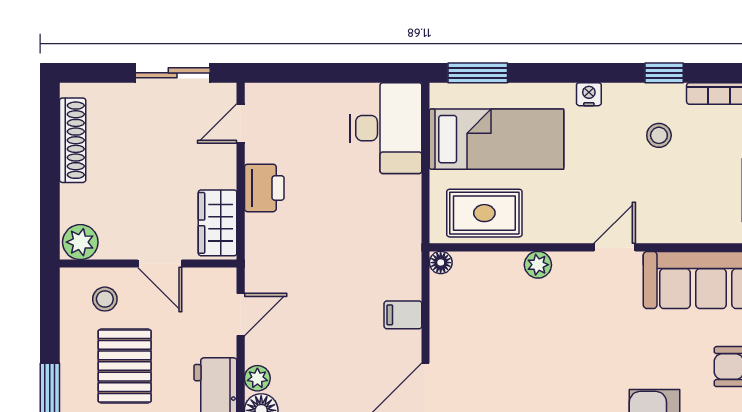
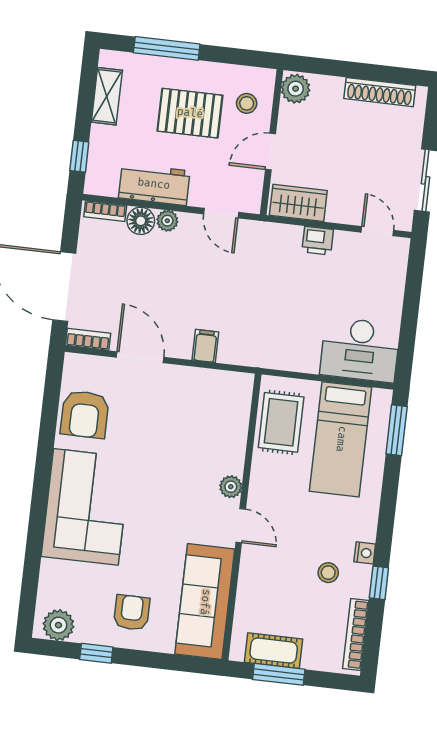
nightstand: (589, 94) -> (365, 553), moved
printer: (264, 188) -> (318, 241), width x0.73, depth x0.81
floor lamp: (441, 263) -> (245, 382), removed
plant: (538, 265) -> (231, 487), moved

